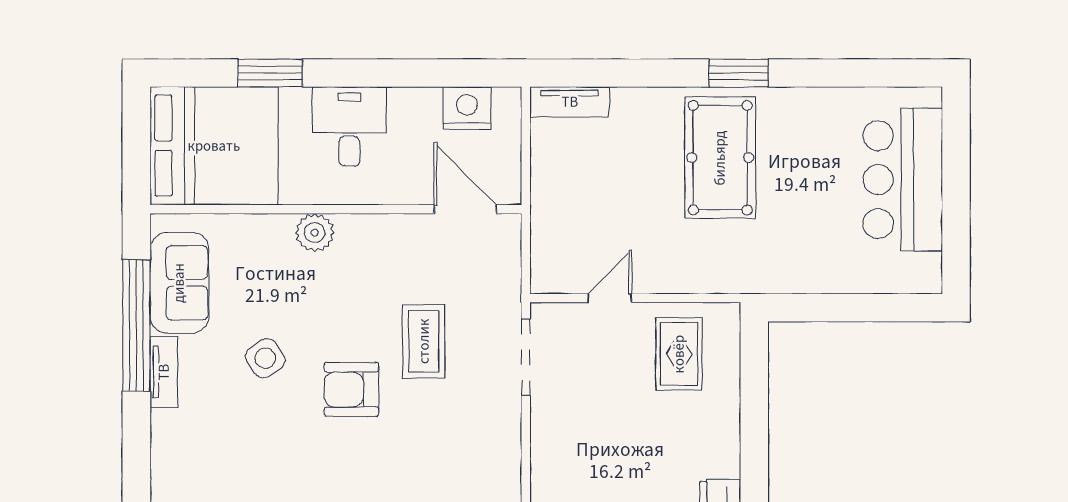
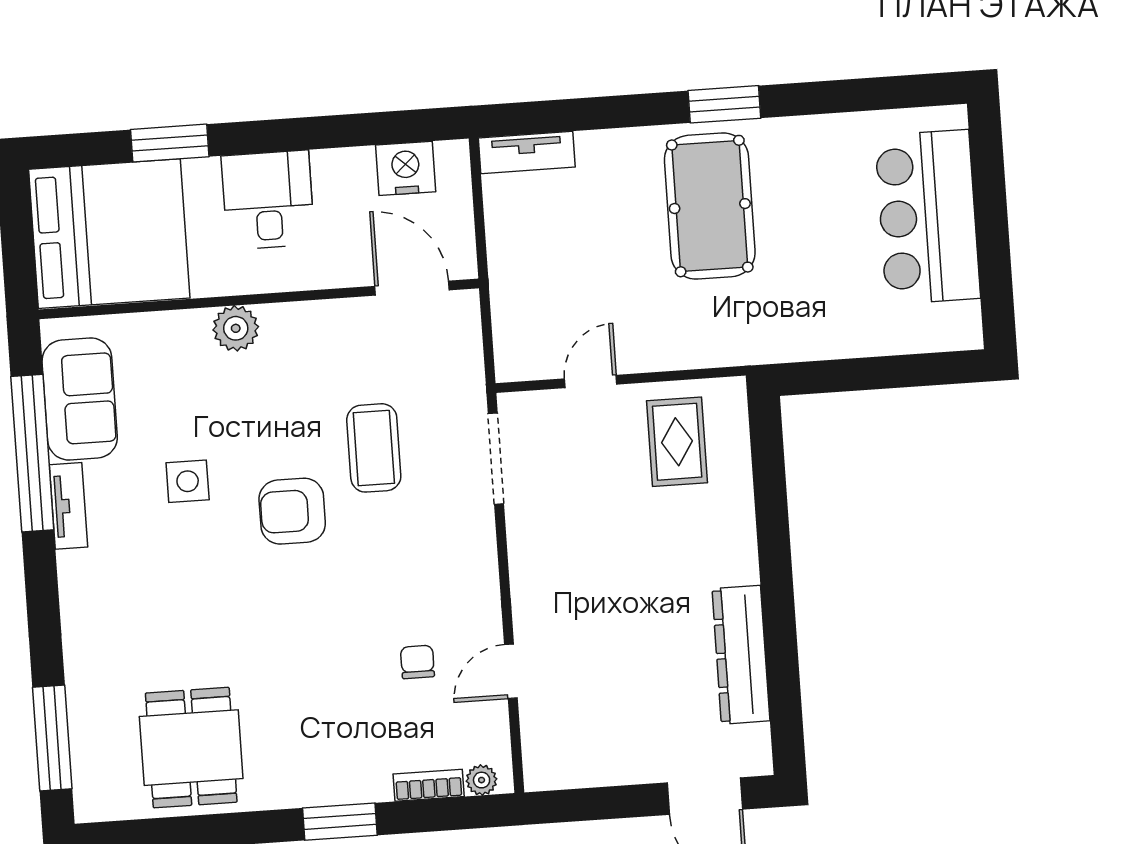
side table: (265, 358) -> (188, 481), turned 33

